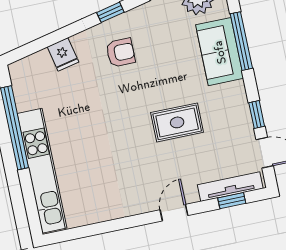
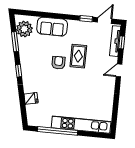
window: (241, 41) -> (50, 15), removed
armchair: (121, 53) -> (58, 63), moved
door: (174, 213) -> (119, 70), hinge flipped

